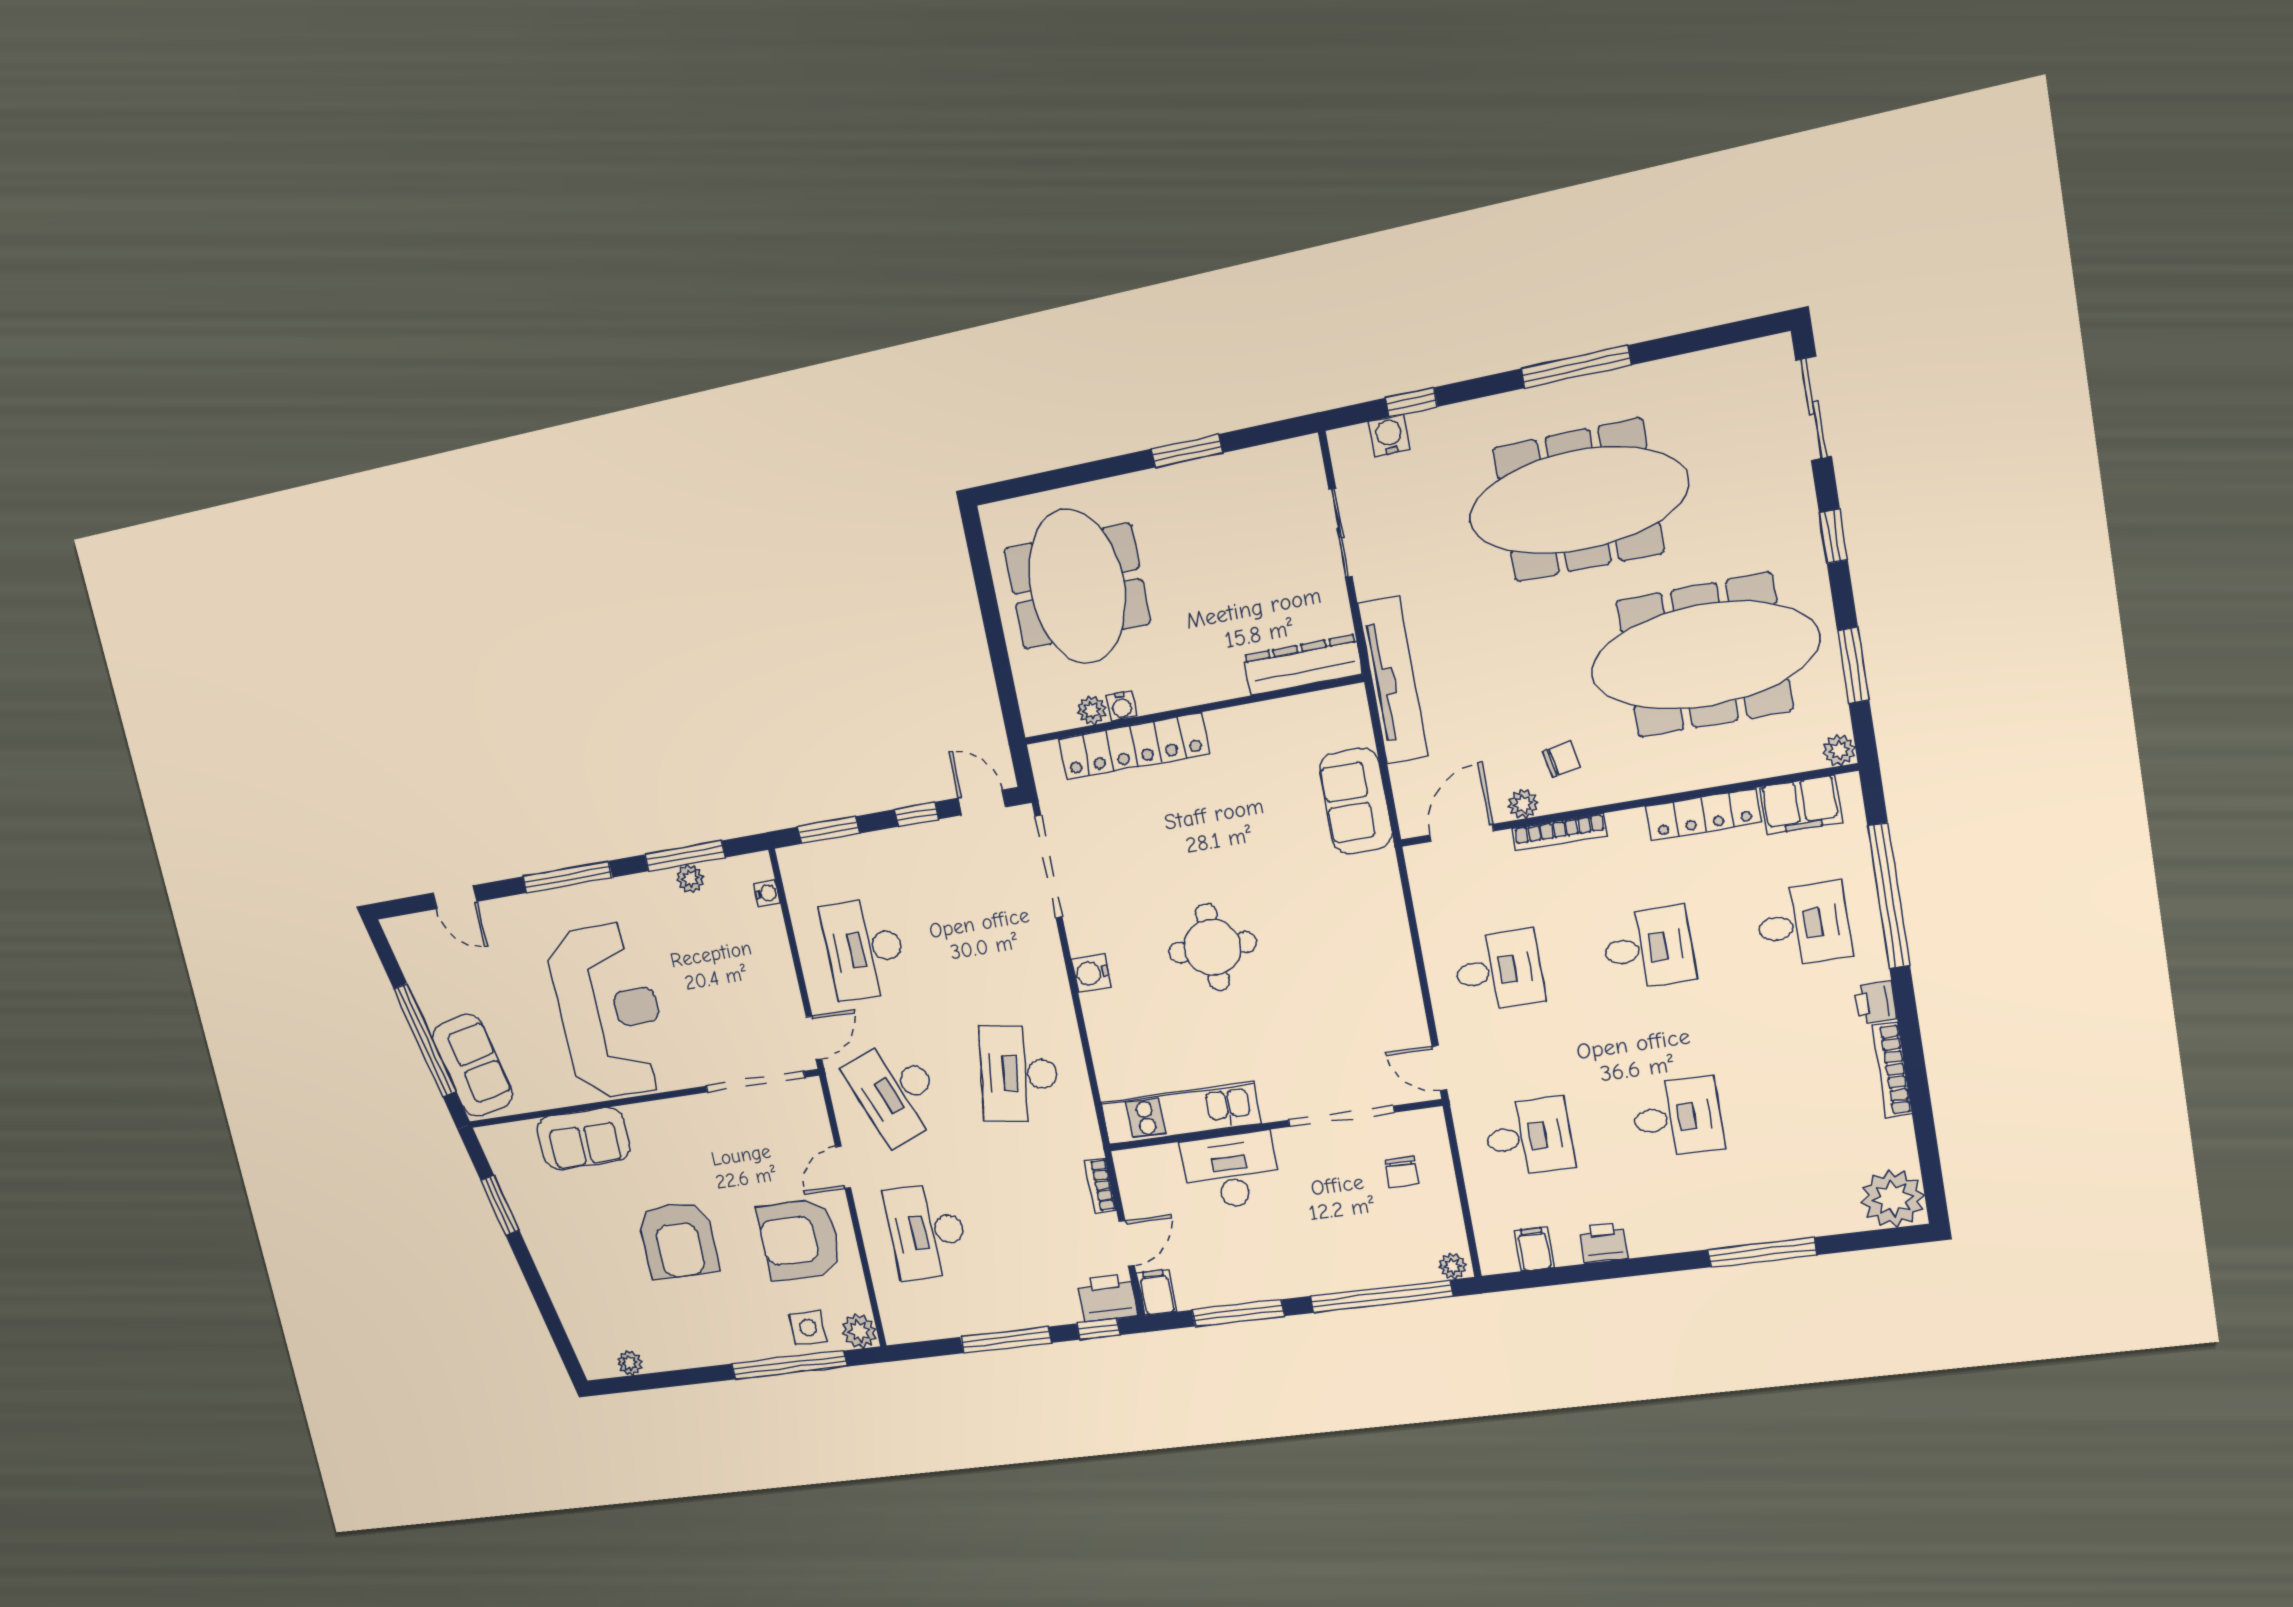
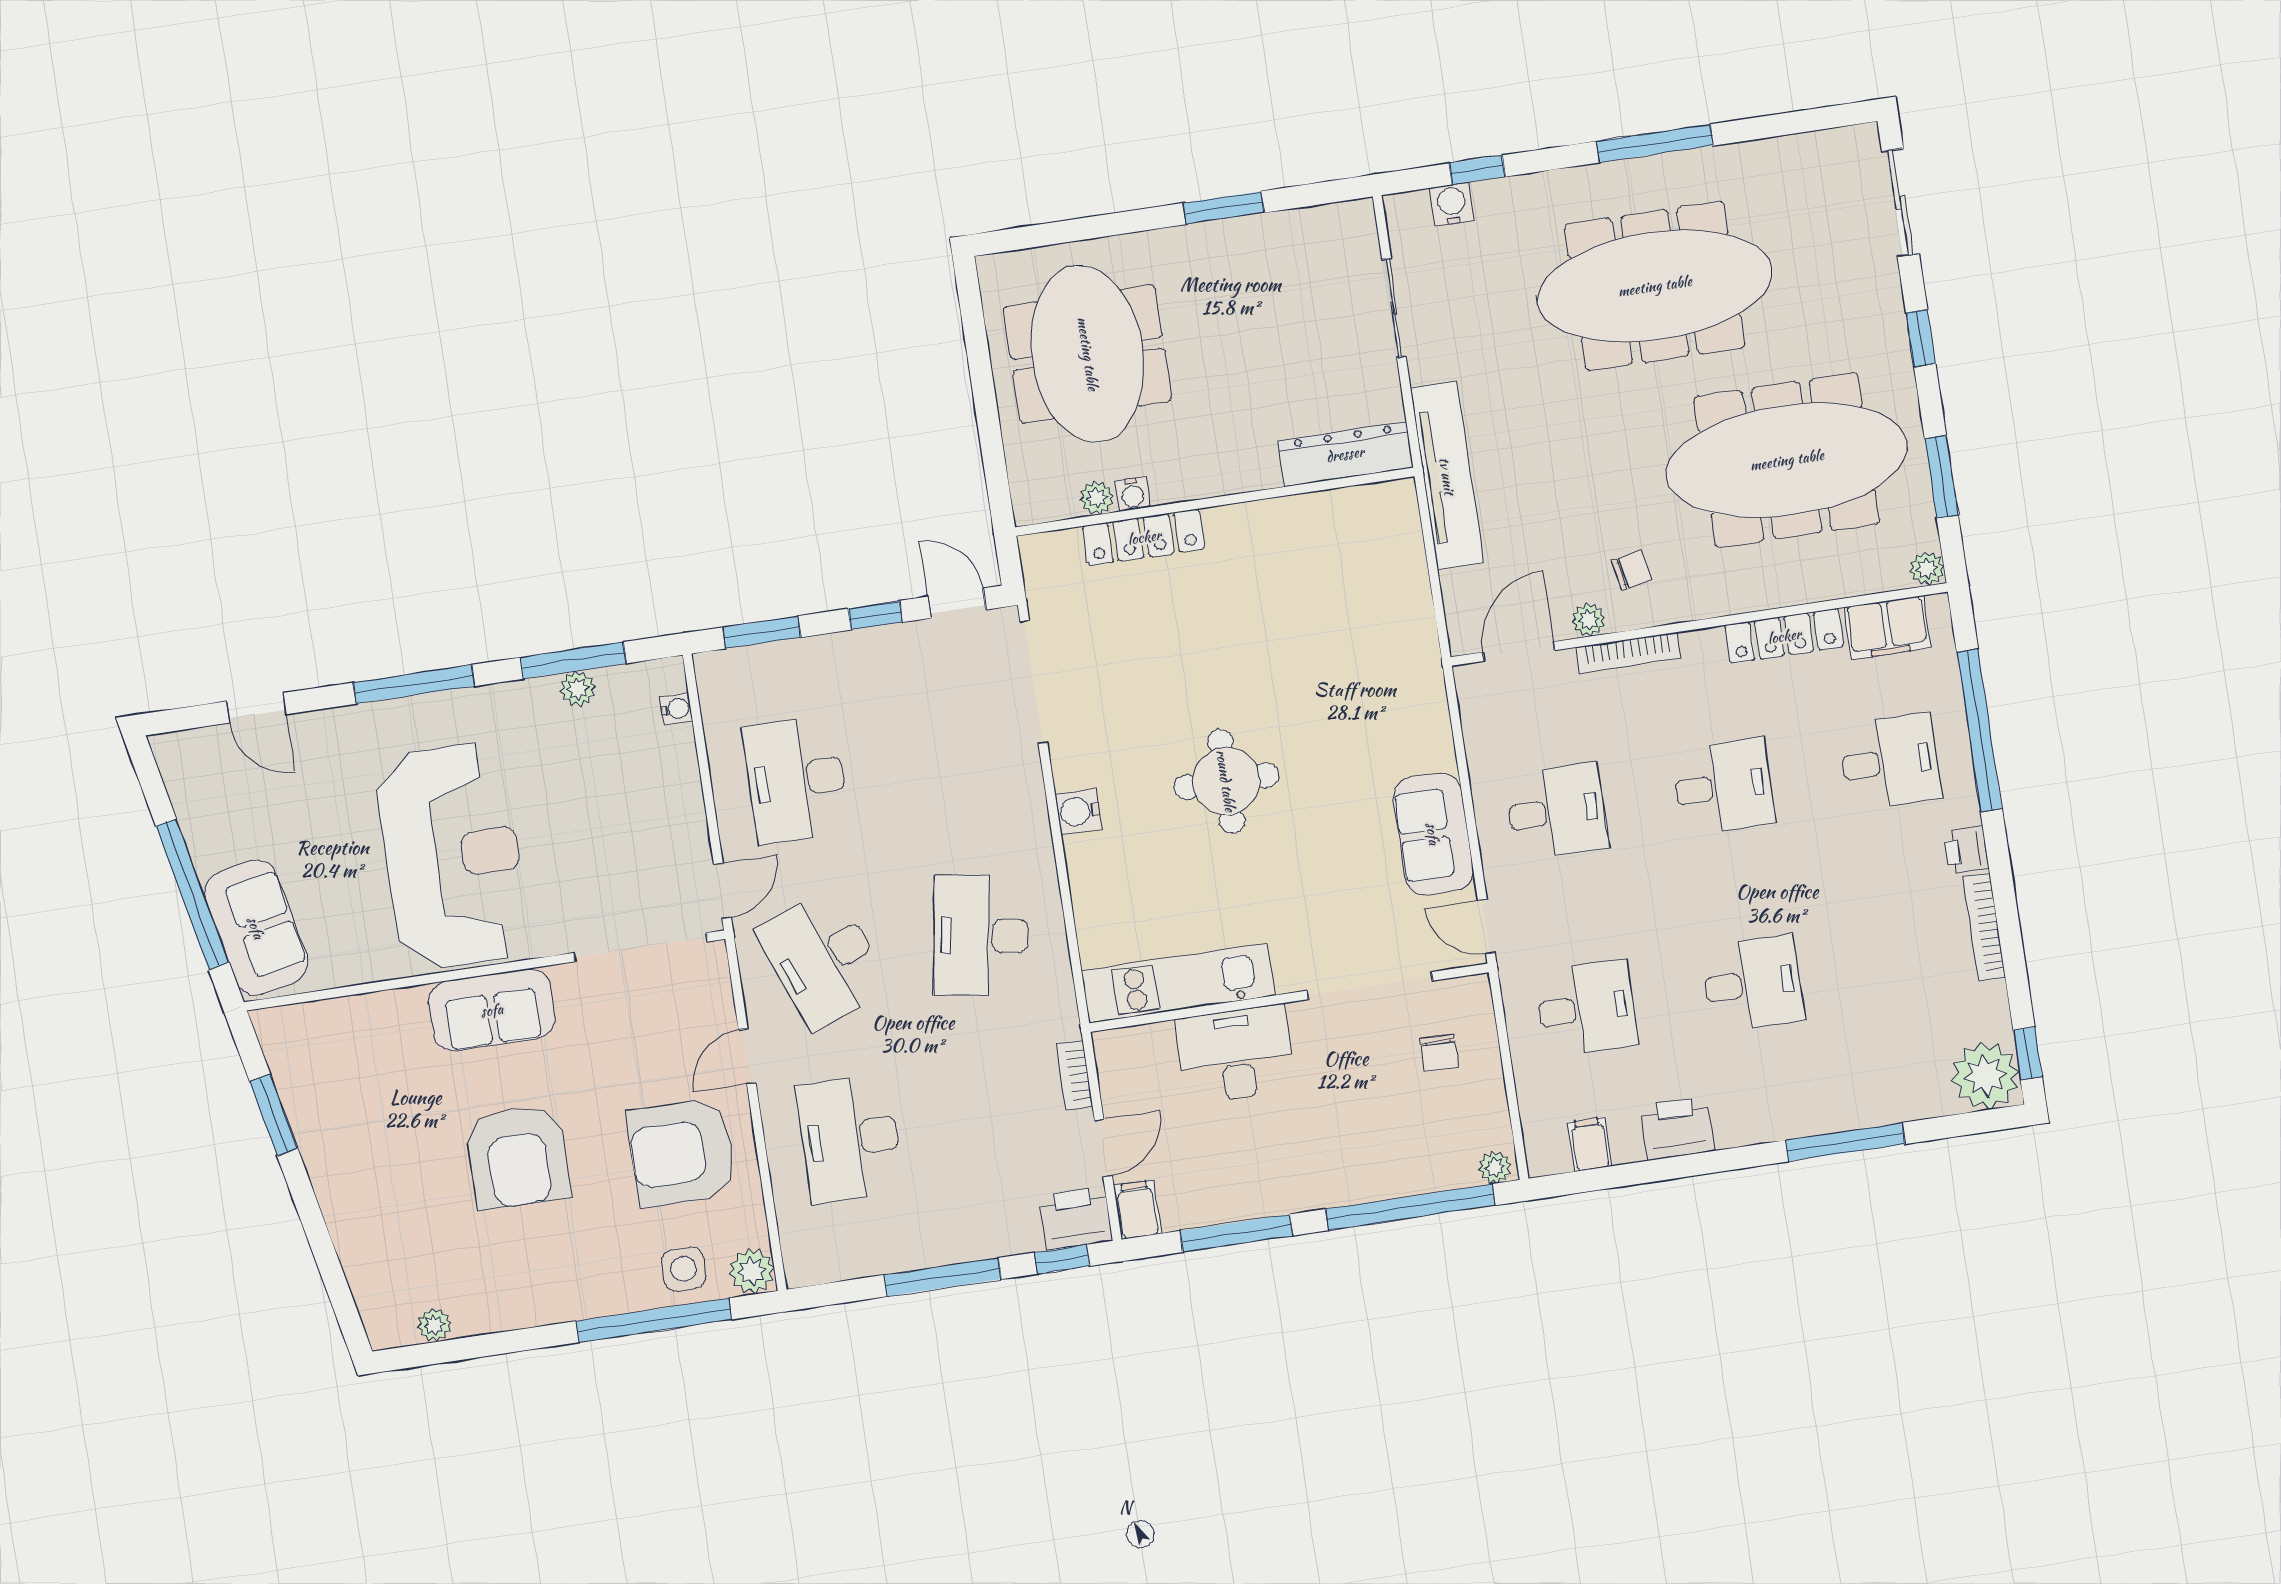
locker: (1133, 746) -> (1144, 537), width x0.71, depth x0.83
sofa: (1356, 801) -> (1433, 834), moved
sofa: (583, 1138) -> (492, 1010), moved
window: (1932, 1180) -> (2028, 1053), added
printer: (1604, 1243) -> (1677, 1128), width x1.36, depth x1.24

